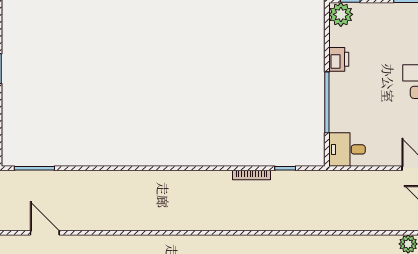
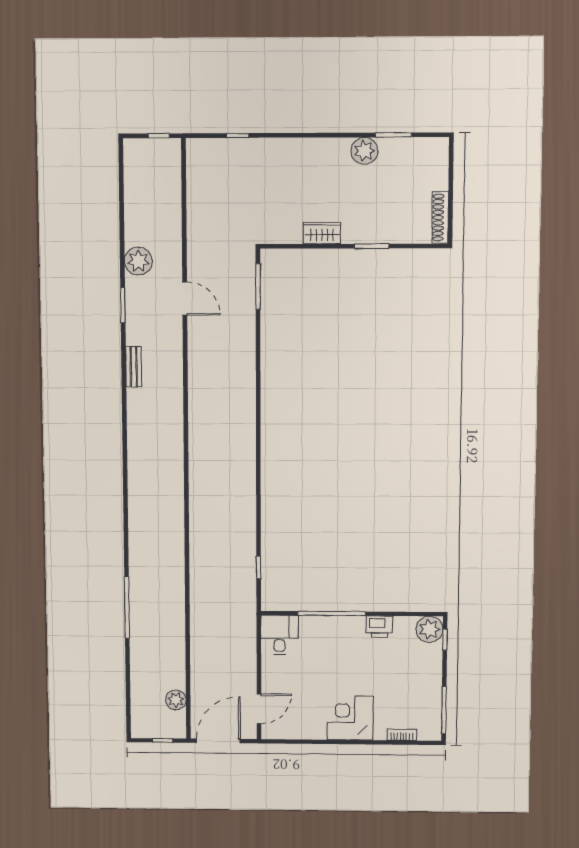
bookcase: (252, 175) -> (251, 530), removed
door: (45, 233) -> (185, 298), hinge flipped

